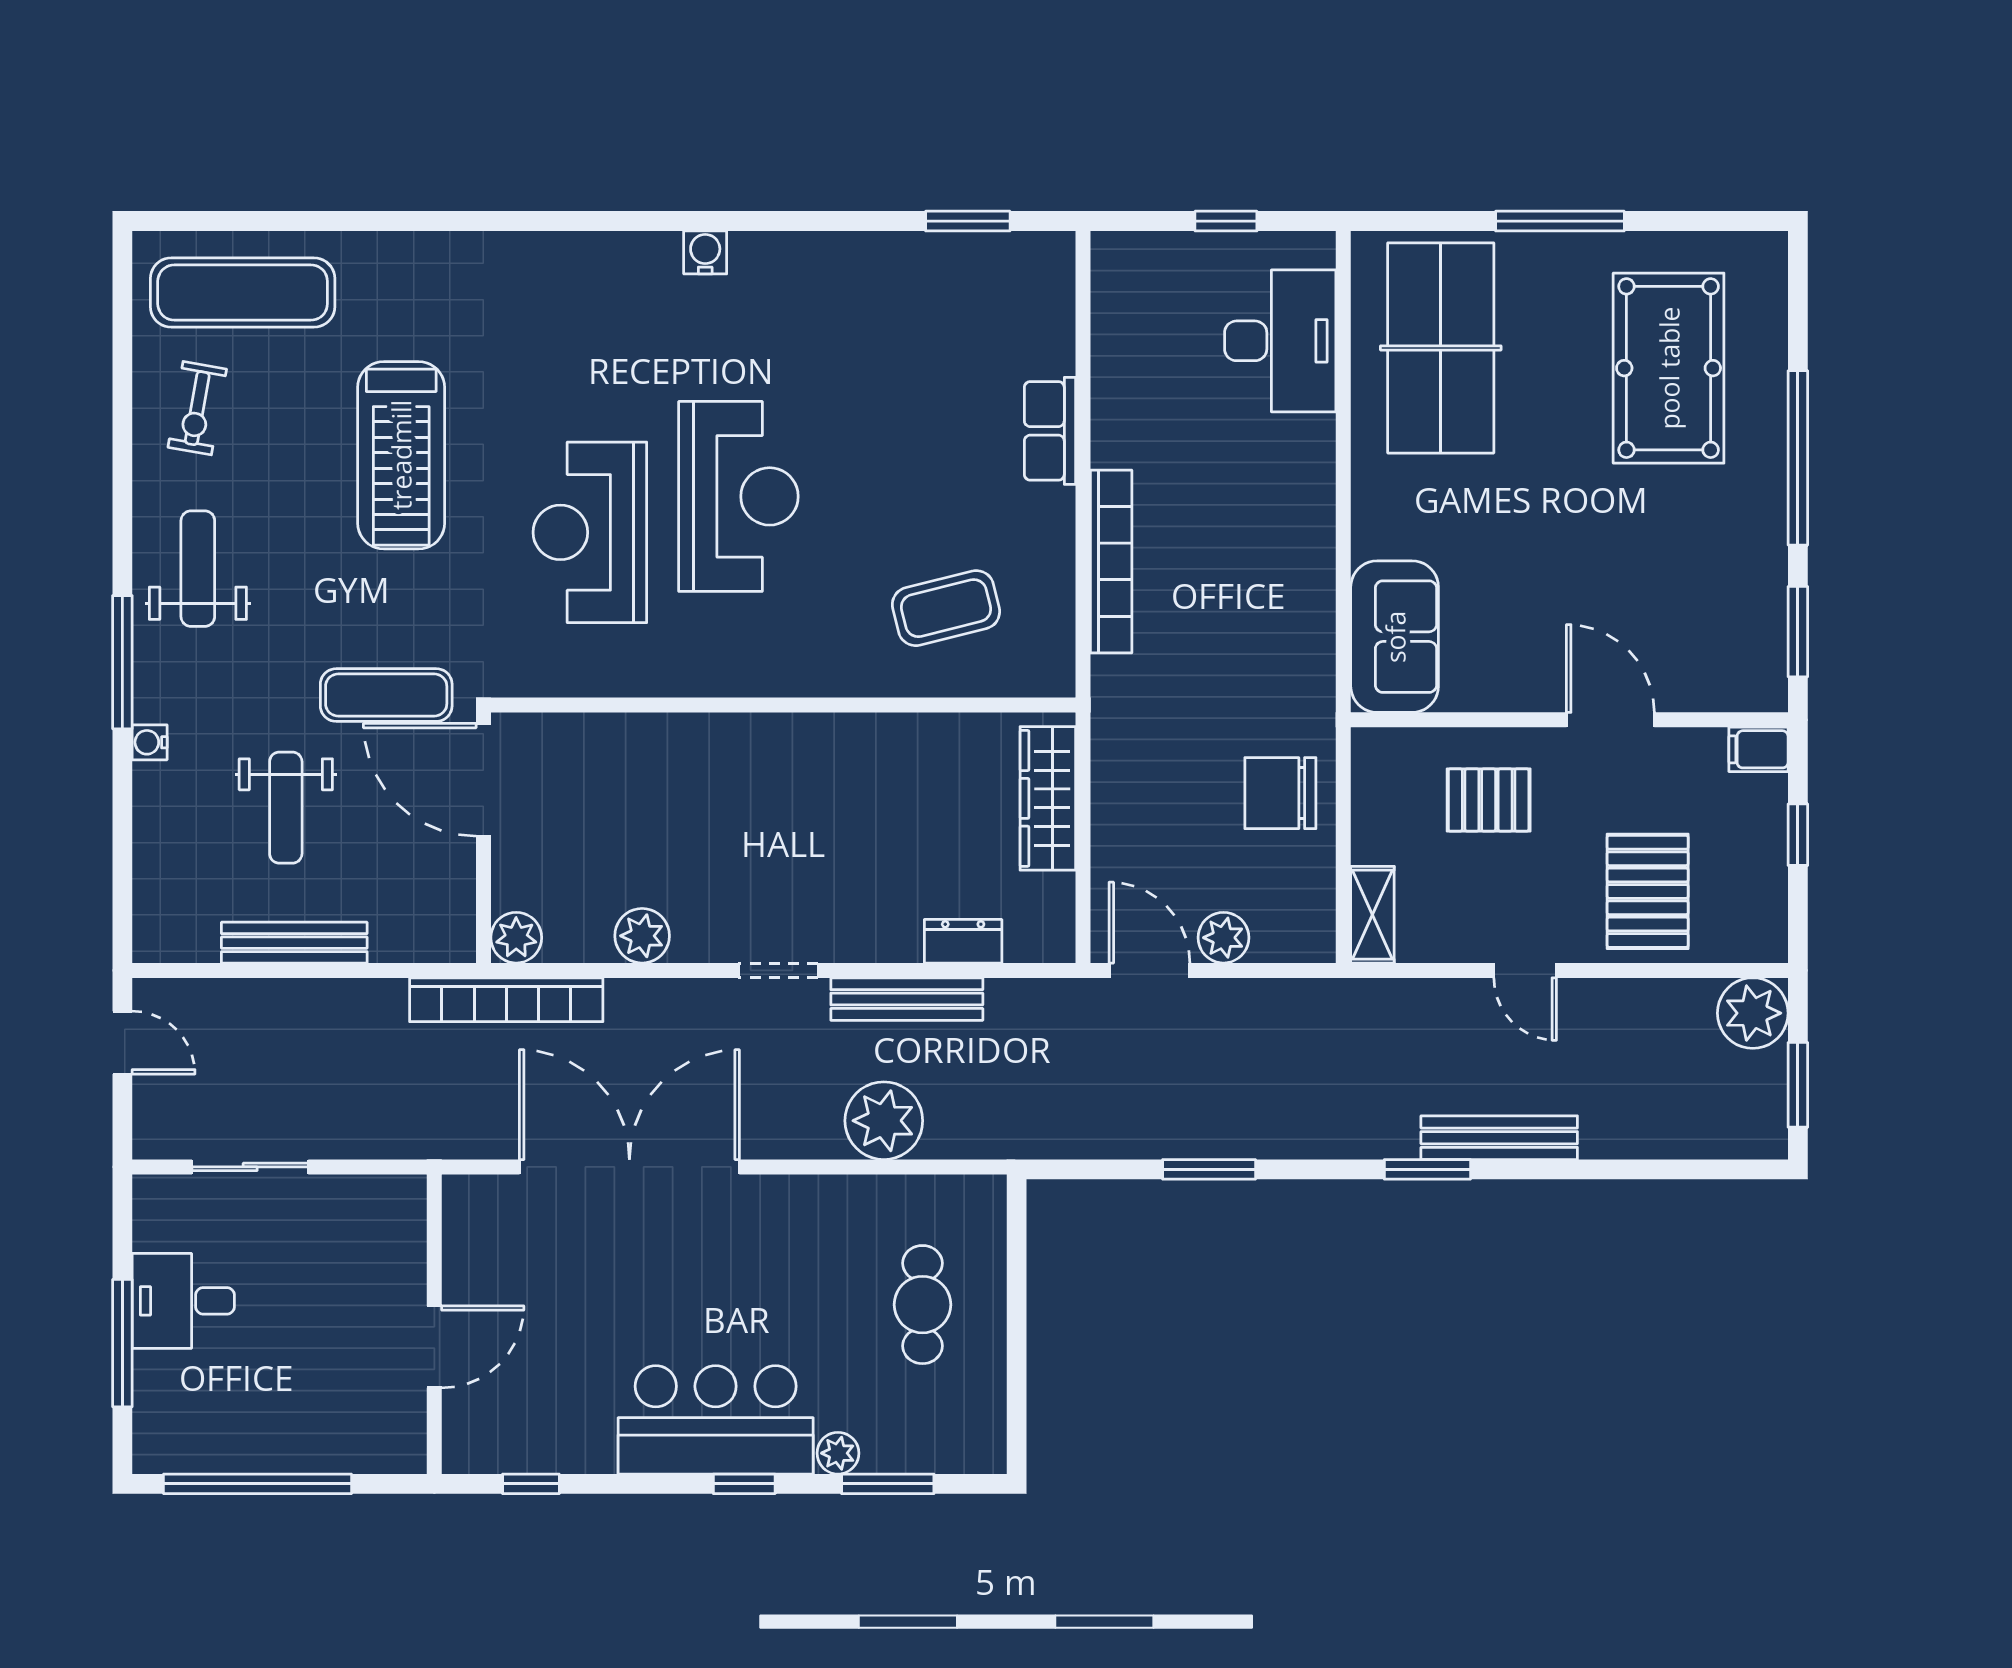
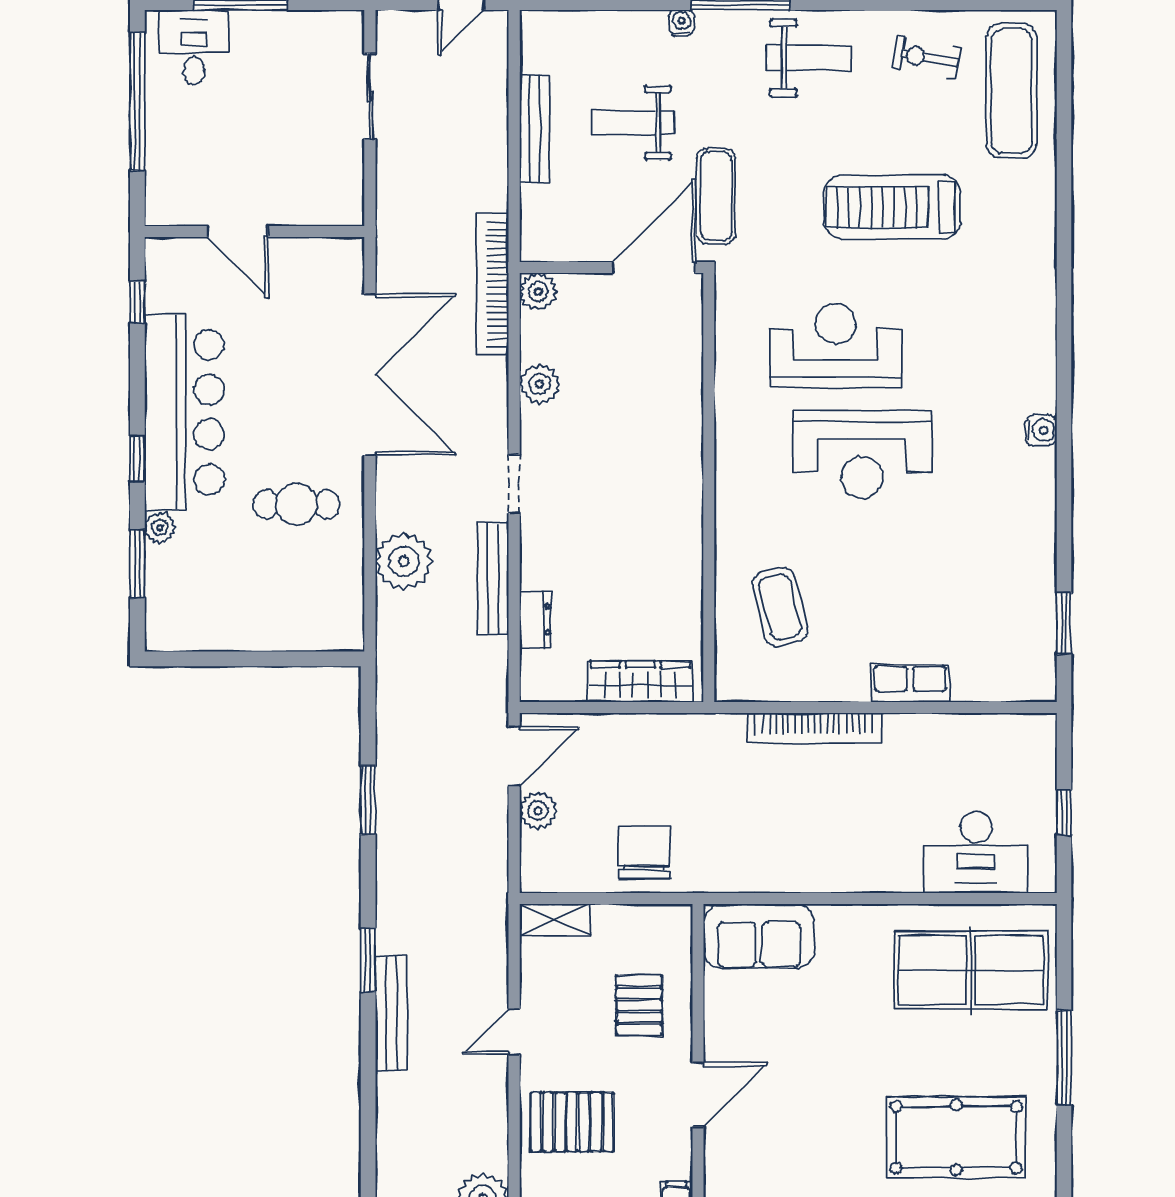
desk: (183, 1301) -> (194, 47), moved
cafe table: (922, 1305) -> (297, 504), moved
bar counter: (716, 1420) -> (184, 412), width x1.36

